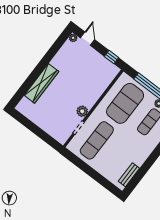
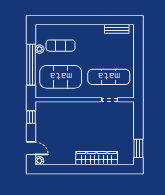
door: (88, 39) -> (31, 148), swing flipped
plant: (82, 111) -> (94, 107), removed
window: (24, 121) -> (138, 148), added

